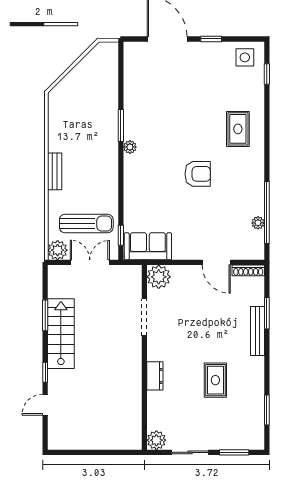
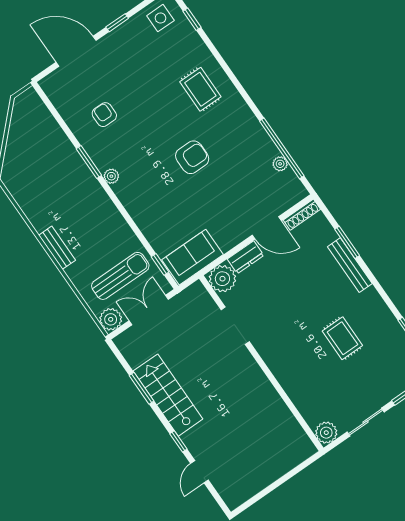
armchair: (156, 99) -> (104, 115), added
dresser: (155, 376) -> (246, 257), moved, turned 90

